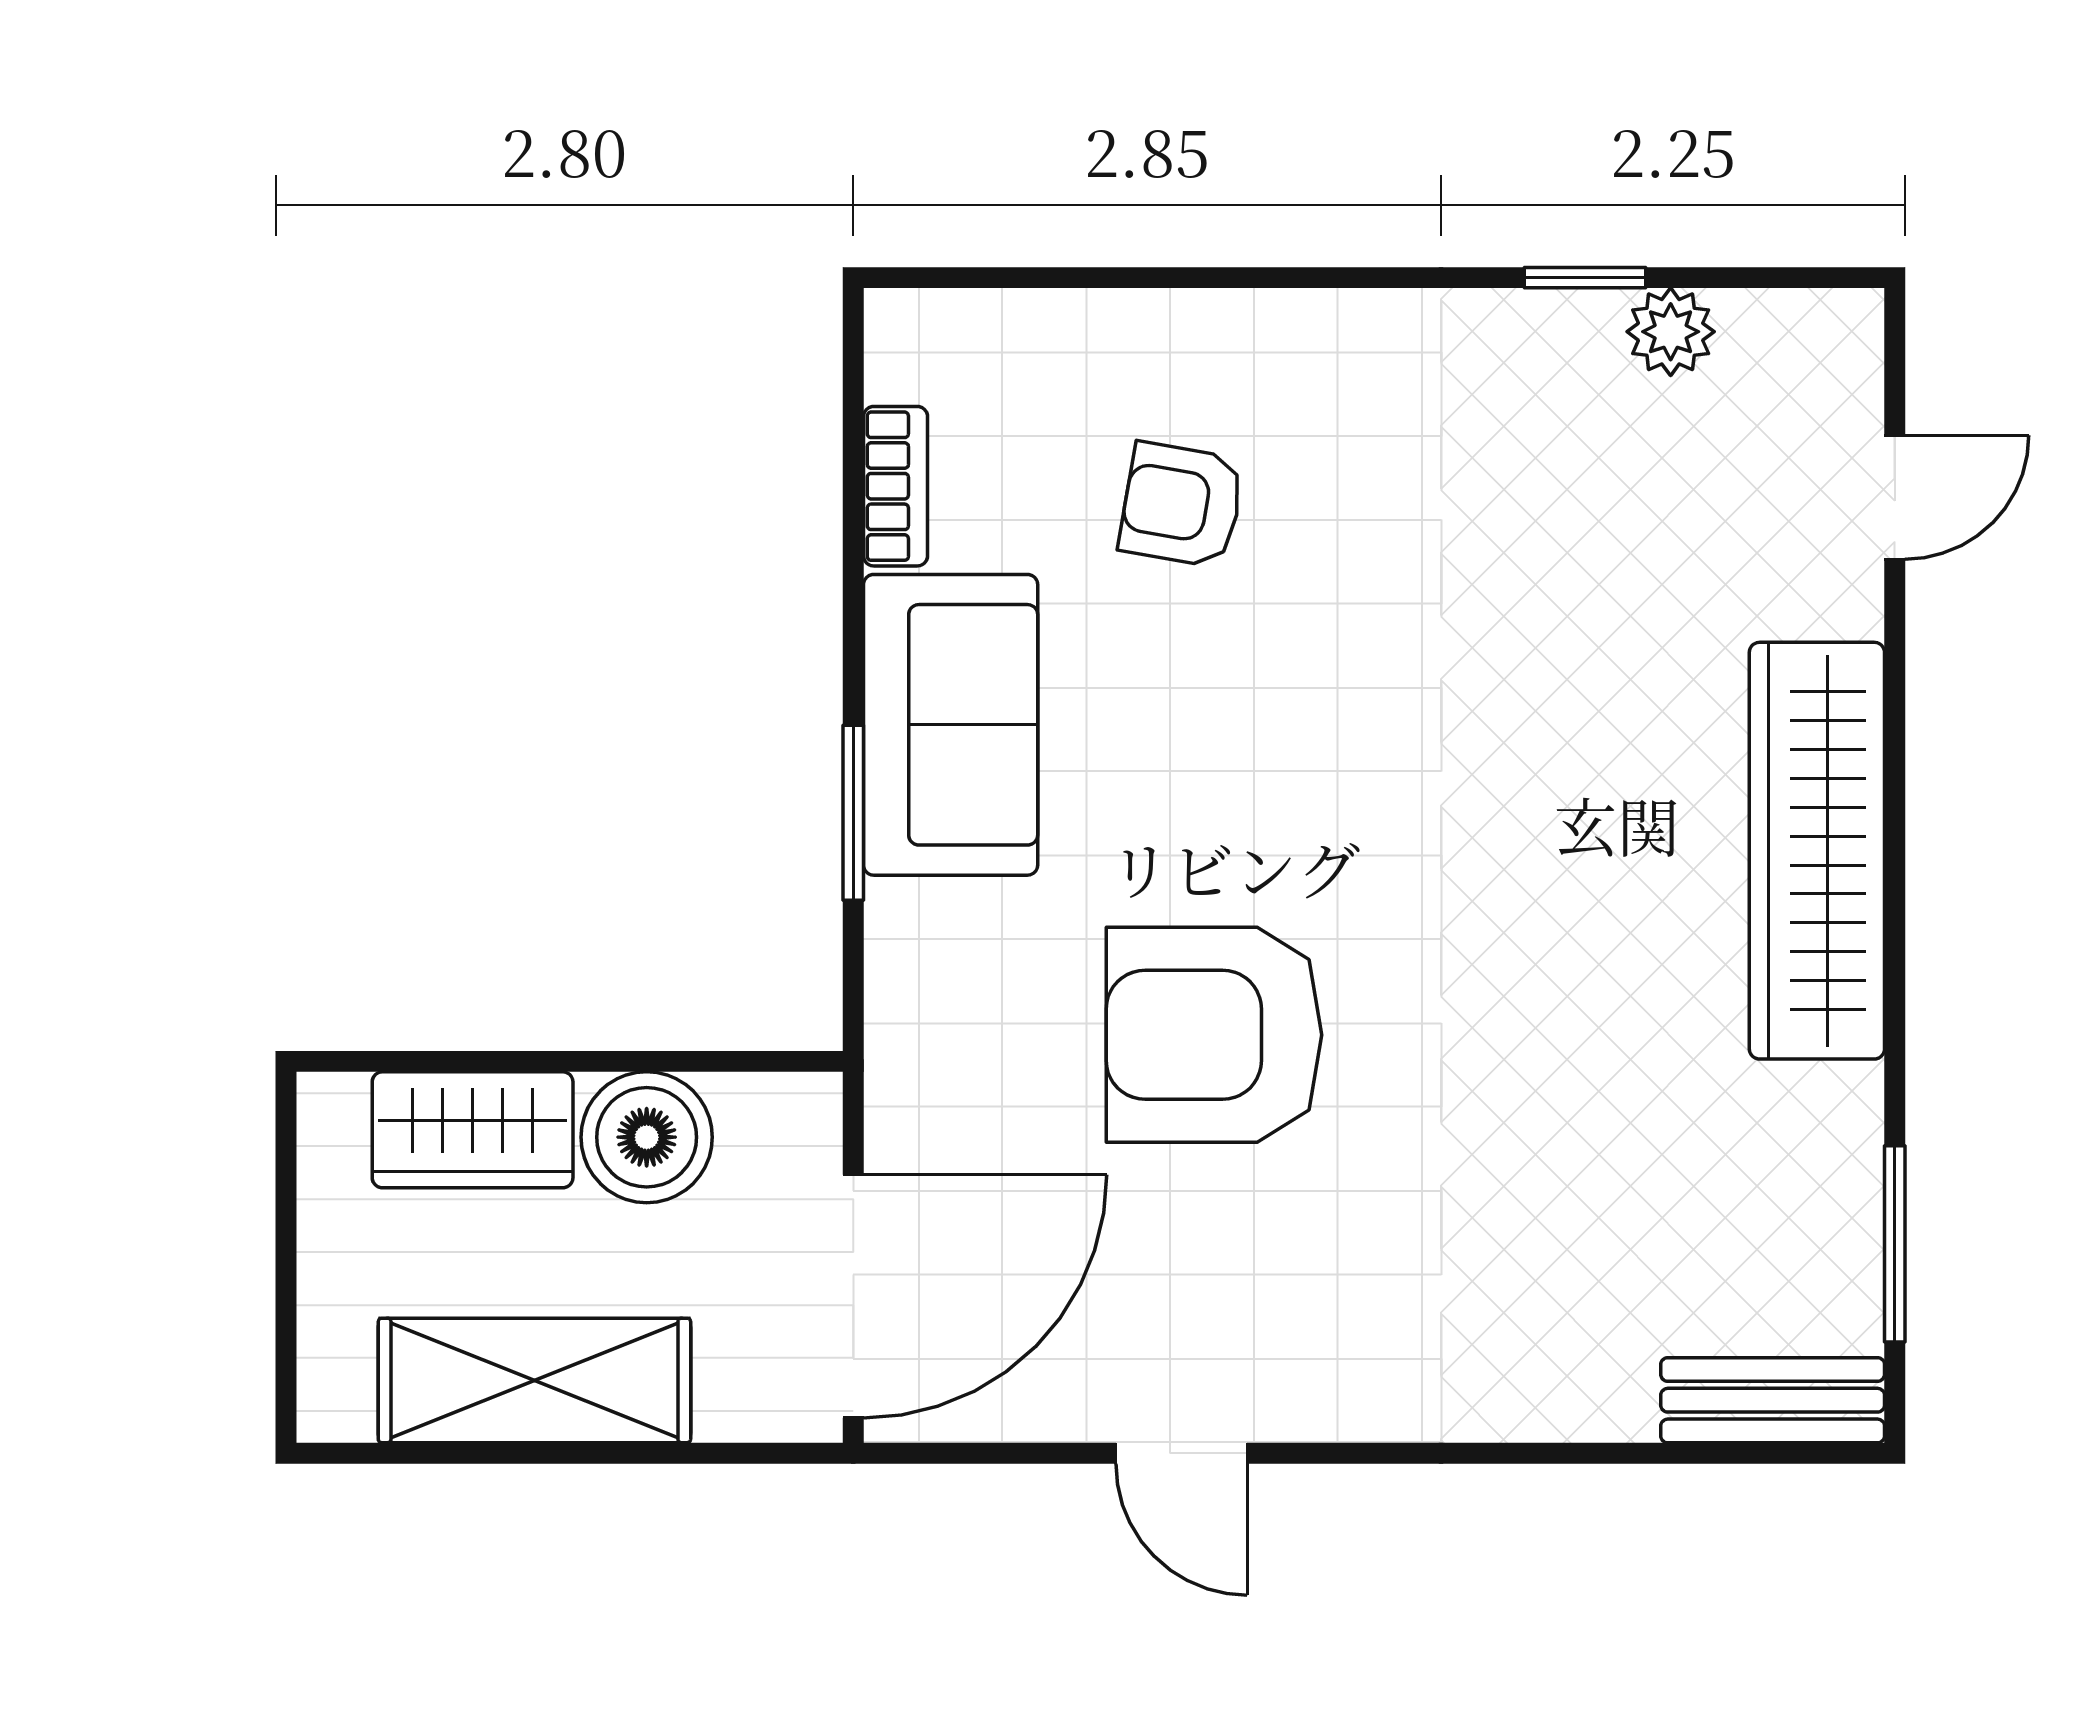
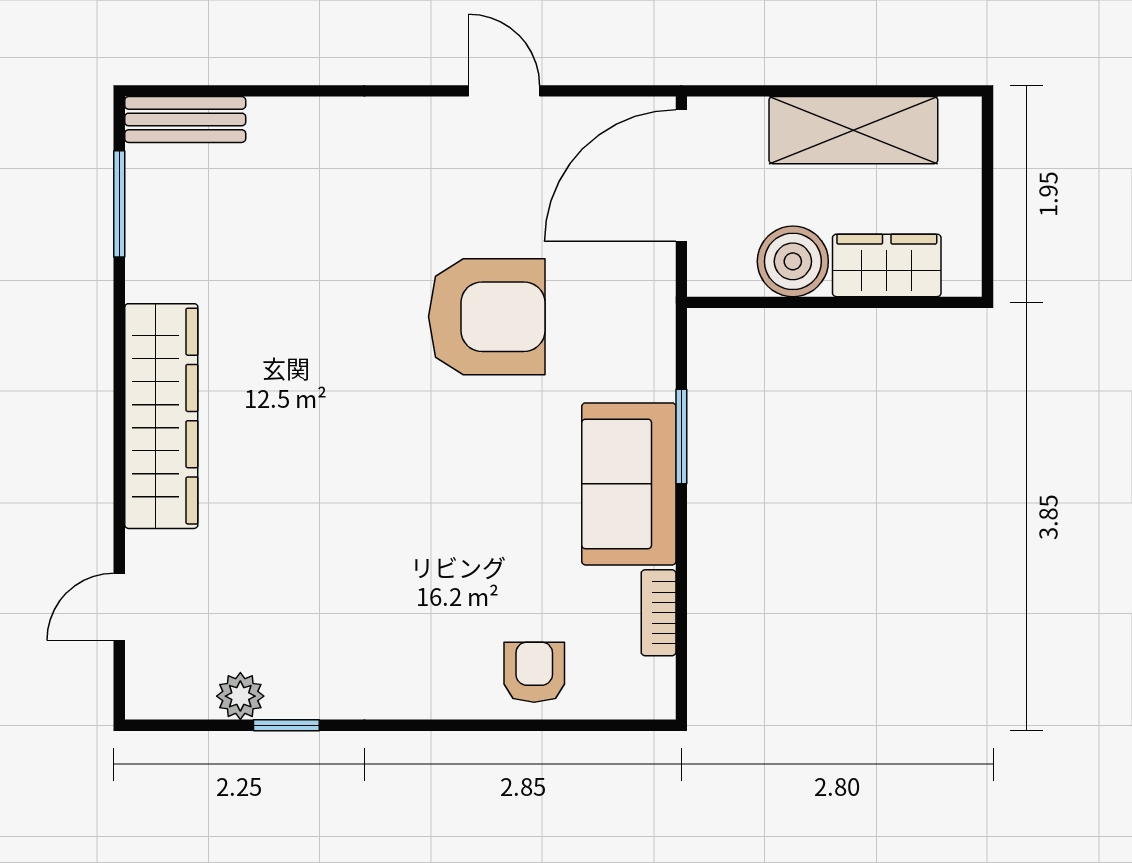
armchair: (1182, 505) -> (534, 672), moved, turned -100

